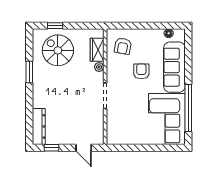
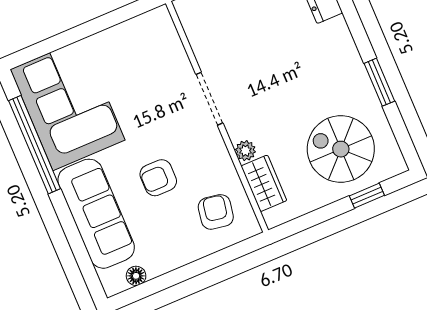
spiral stairs: (58, 50) -> (341, 149), turned 180
armchair: (141, 71) -> (158, 178), turned 90

